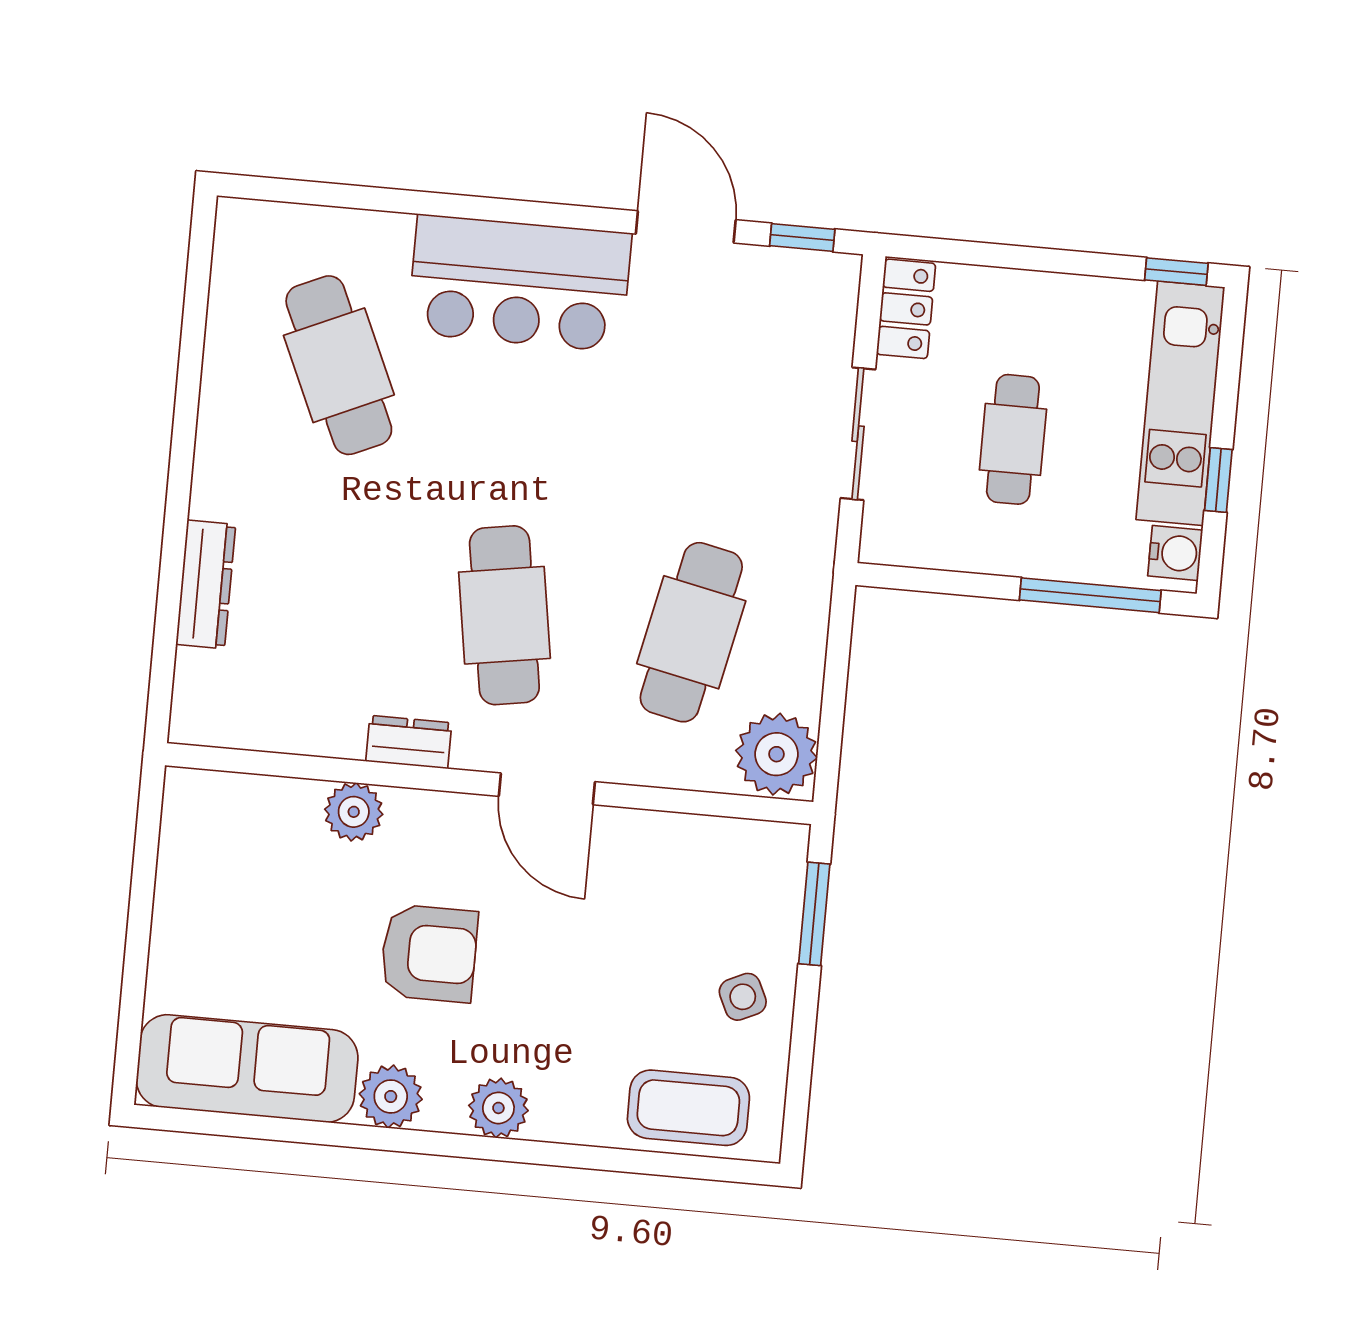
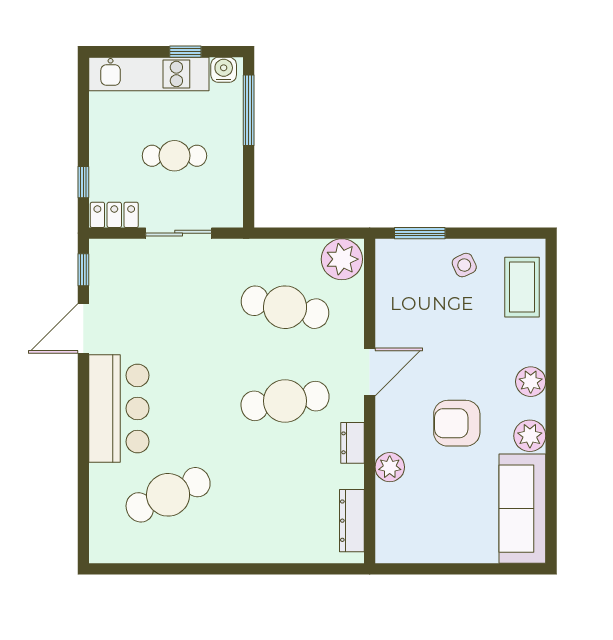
window: (1176, 272) -> (83, 182), moved
dresser: (206, 584) -> (352, 521), moved, turned -90
armchair: (429, 953) -> (457, 423), turned -90

